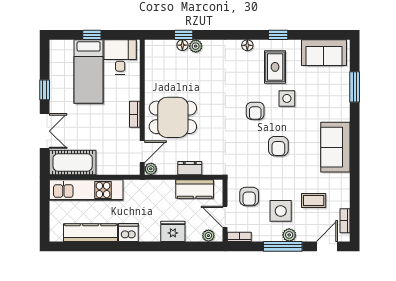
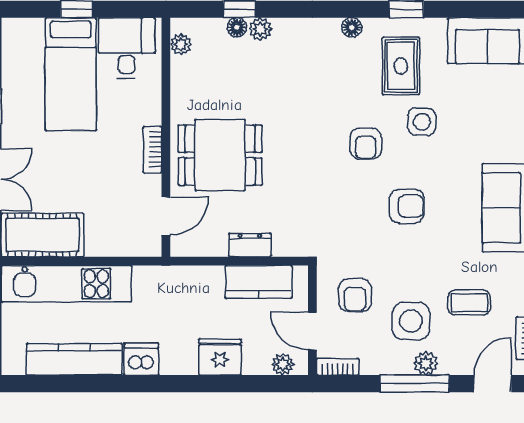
armchair: (278, 146) -> (407, 206), turned -90
plant: (151, 169) -> (181, 44), moved

